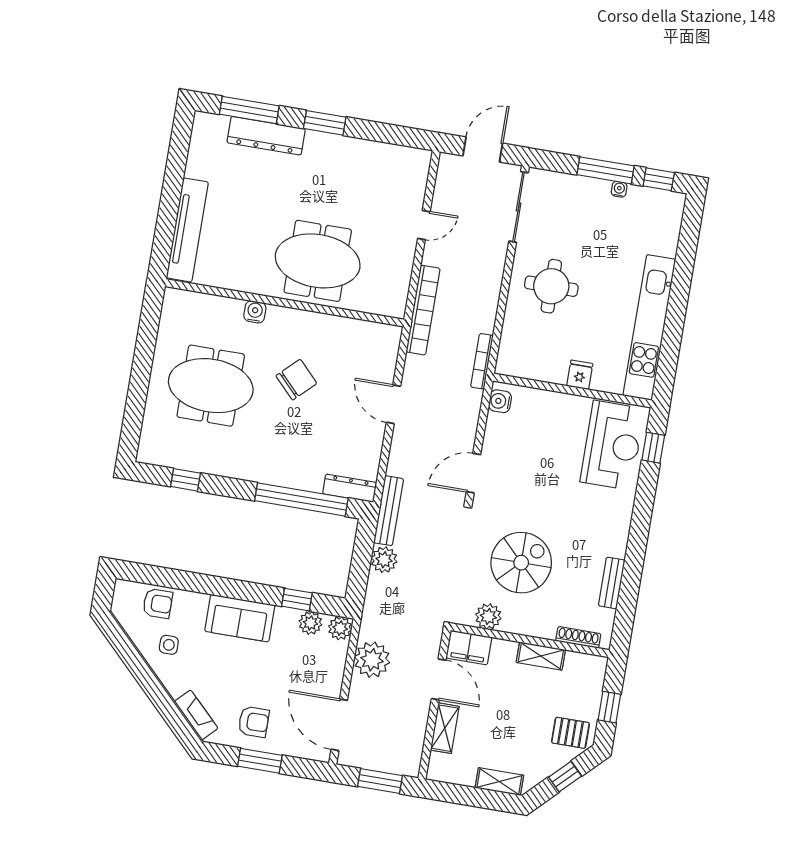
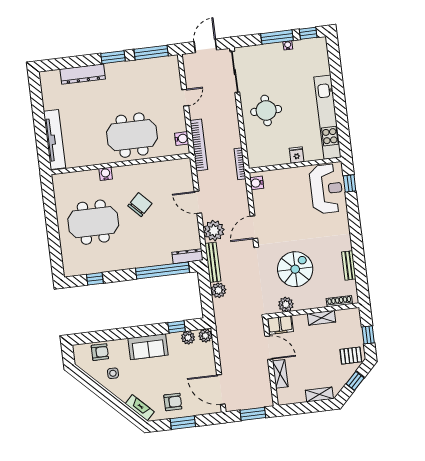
window: (249, 110) -> (151, 53), moved
water cooler: (398, 291) -> (182, 139), added
plant: (372, 660) -> (214, 231), moved

